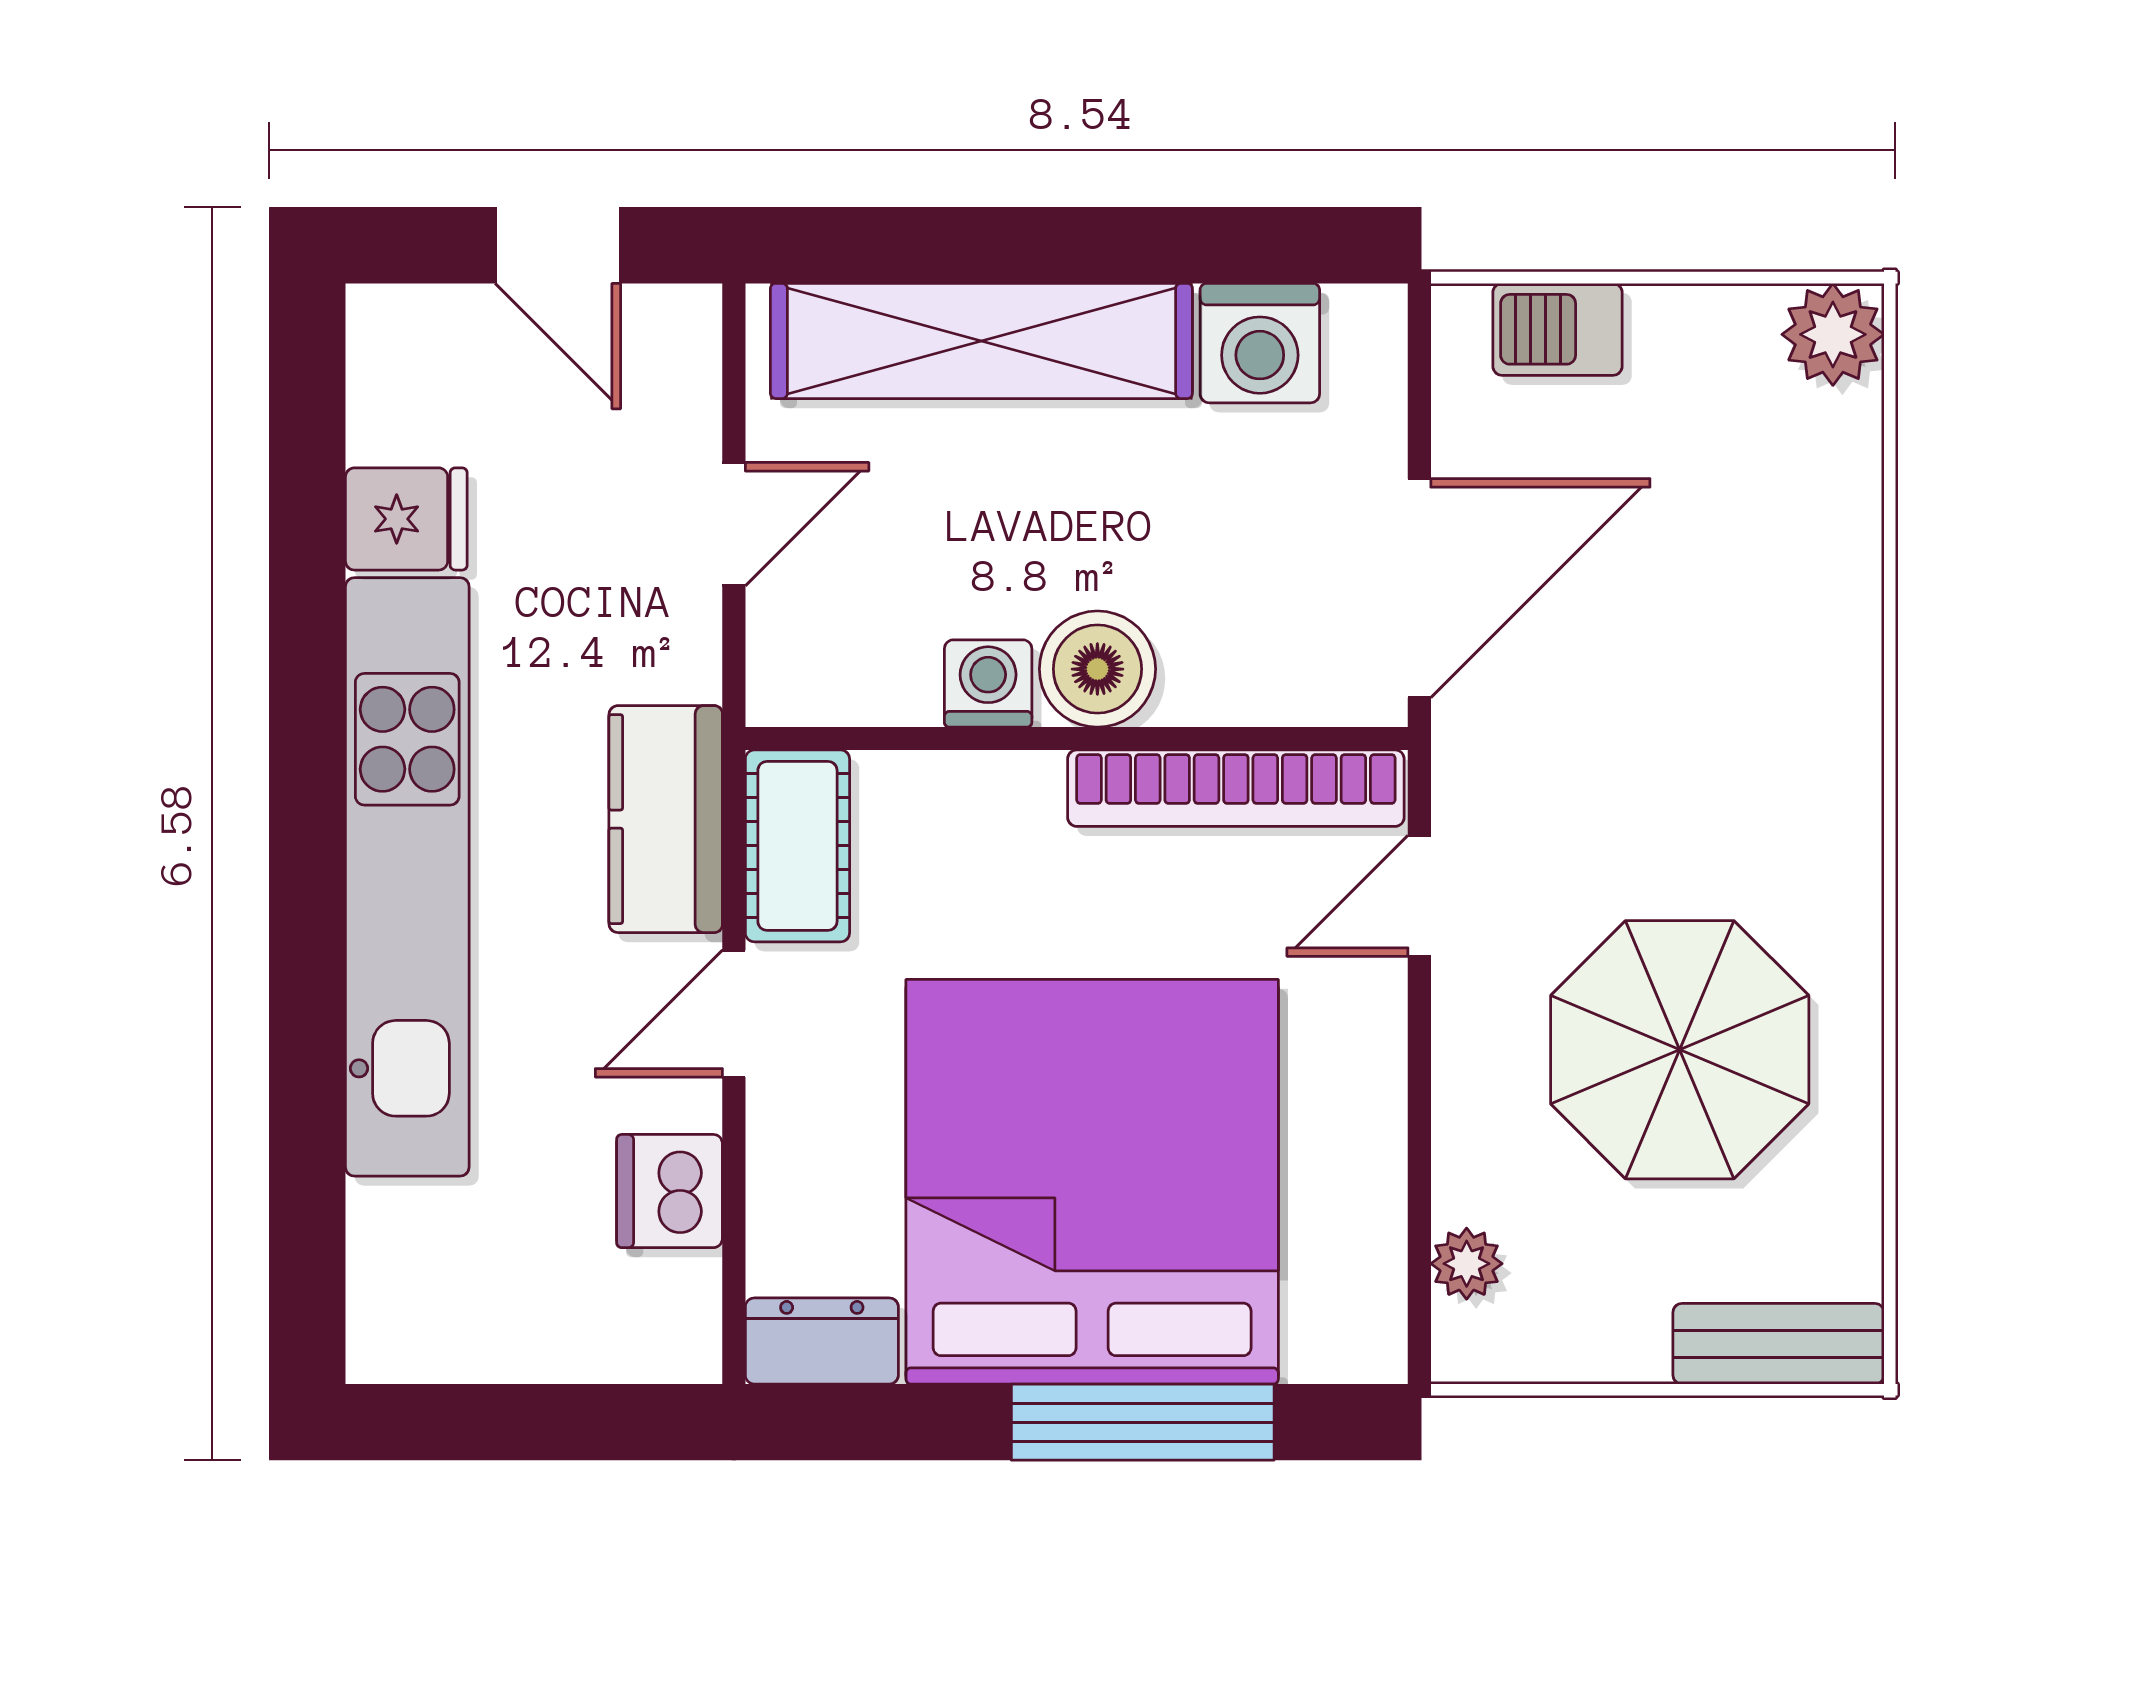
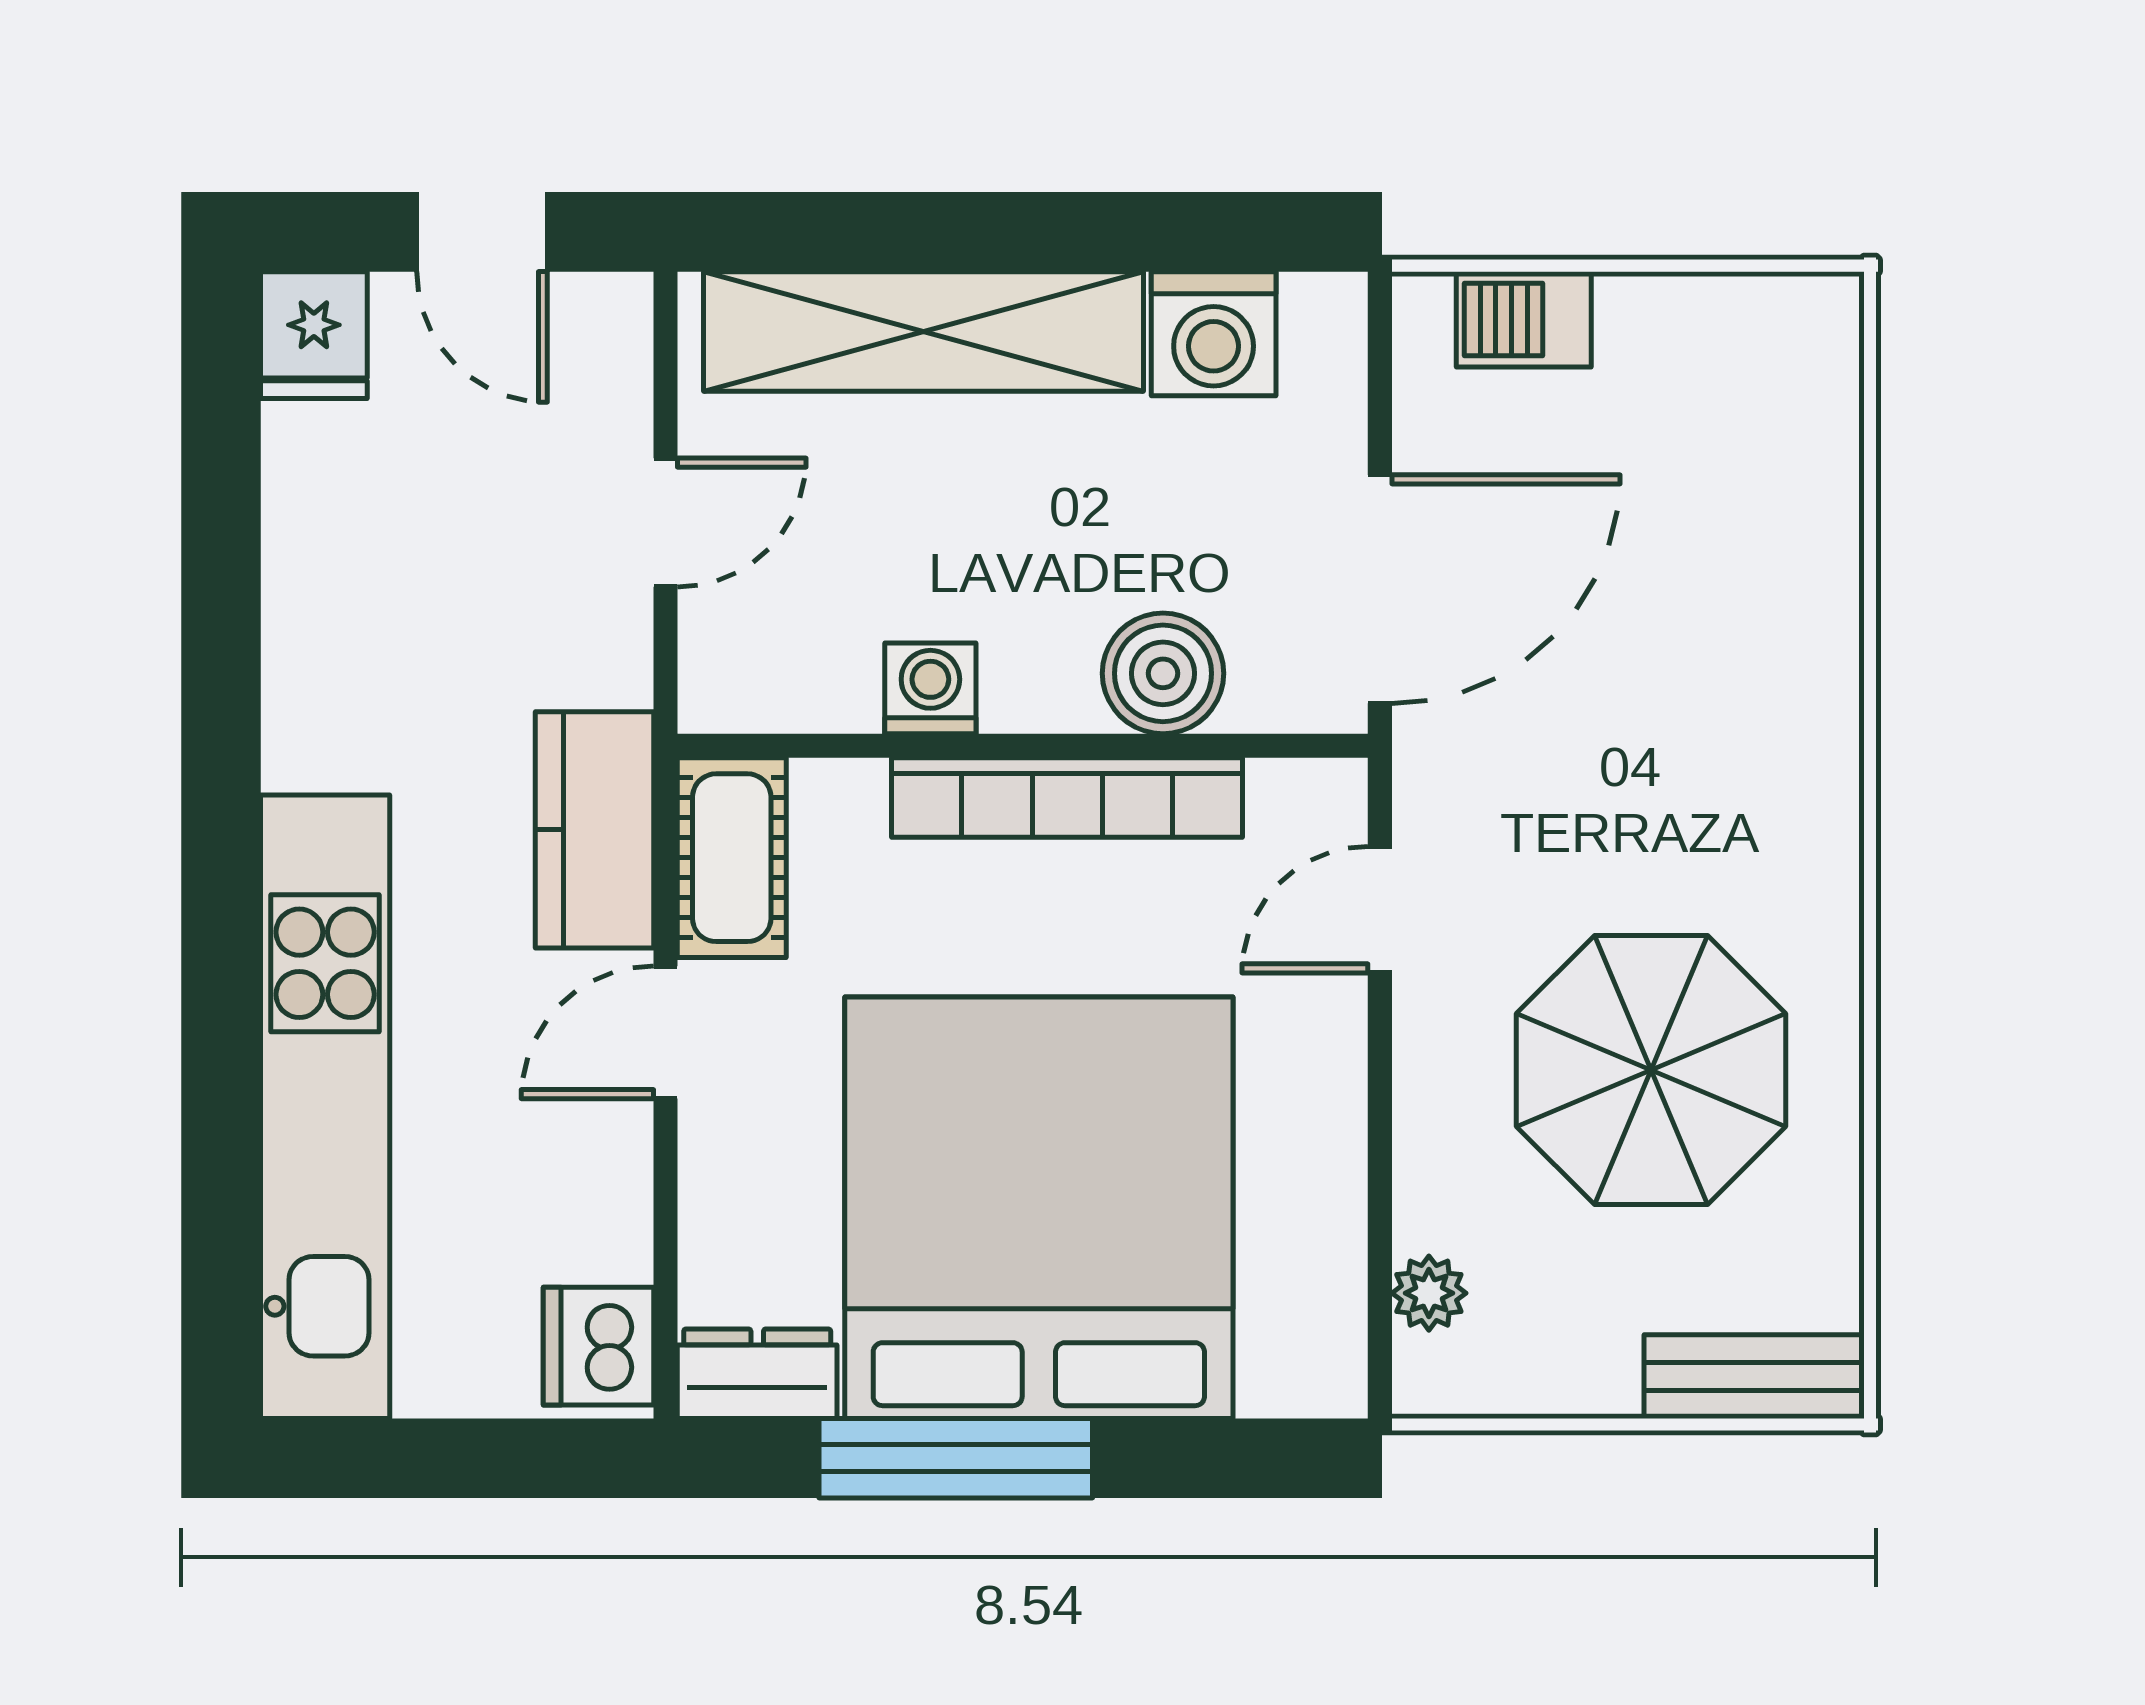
plant: (1833, 334) -> (1811, 325), removed
fridge: (406, 519) -> (314, 335), moved, turned 90
boiler: (1097, 669) -> (1163, 673), moved
bookcase: (1236, 788) -> (1067, 798), moved
kitchen unit: (407, 877) -> (325, 1107), moved
dishwasher: (669, 1191) -> (598, 1346), moved
window: (1143, 1422) -> (956, 1458), moved

